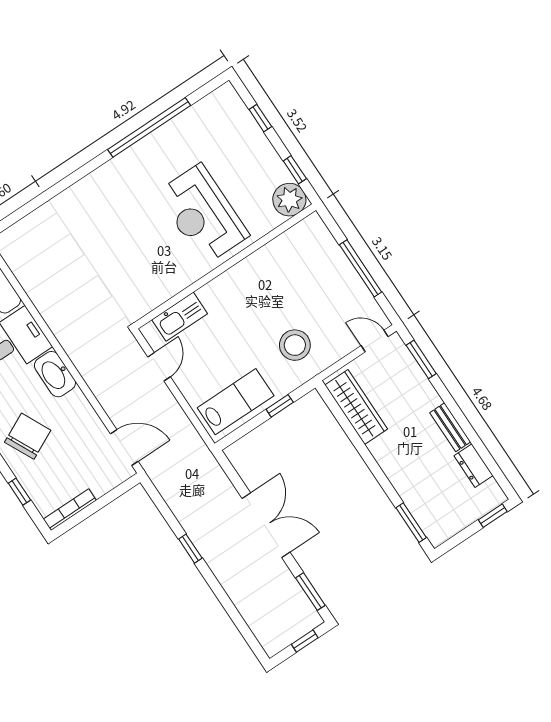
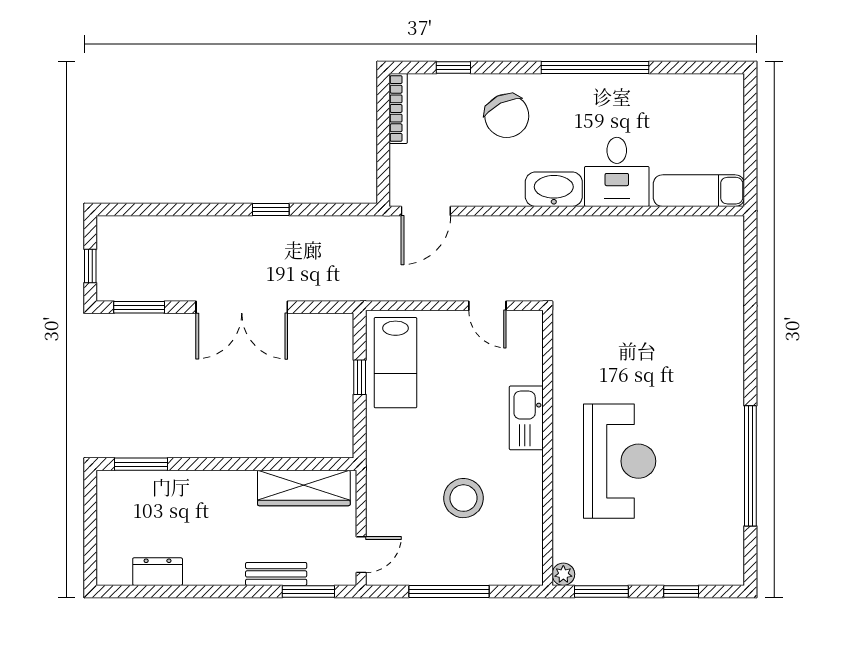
window: (295, 170) -> (601, 591), width x1.50
plant: (289, 200) -> (563, 574), width x0.53, depth x0.53
reception desk: (203, 214) -> (620, 461), turned 90
kitchen sink: (180, 317) -> (526, 418), moved
stool: (295, 345) -> (463, 498), moved
window: (280, 406) -> (360, 377), moved
bench: (450, 427) -> (276, 574), moved
window: (493, 516) -> (90, 556), removed

